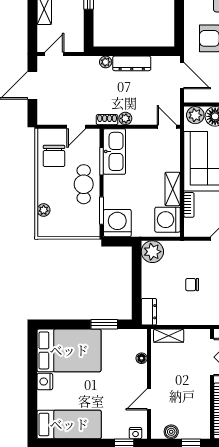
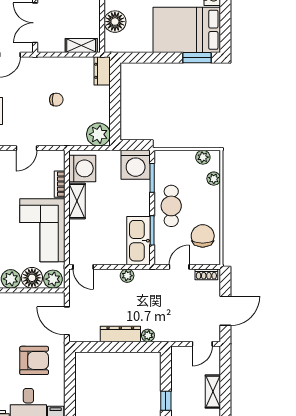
shoe rack: (107, 120) -> (206, 274), moved
plant: (54, 230) -> (203, 157), added
window: (104, 324) -> (197, 58), moved
floor lamp: (142, 358) -> (115, 22), width x1.89, depth x1.89

